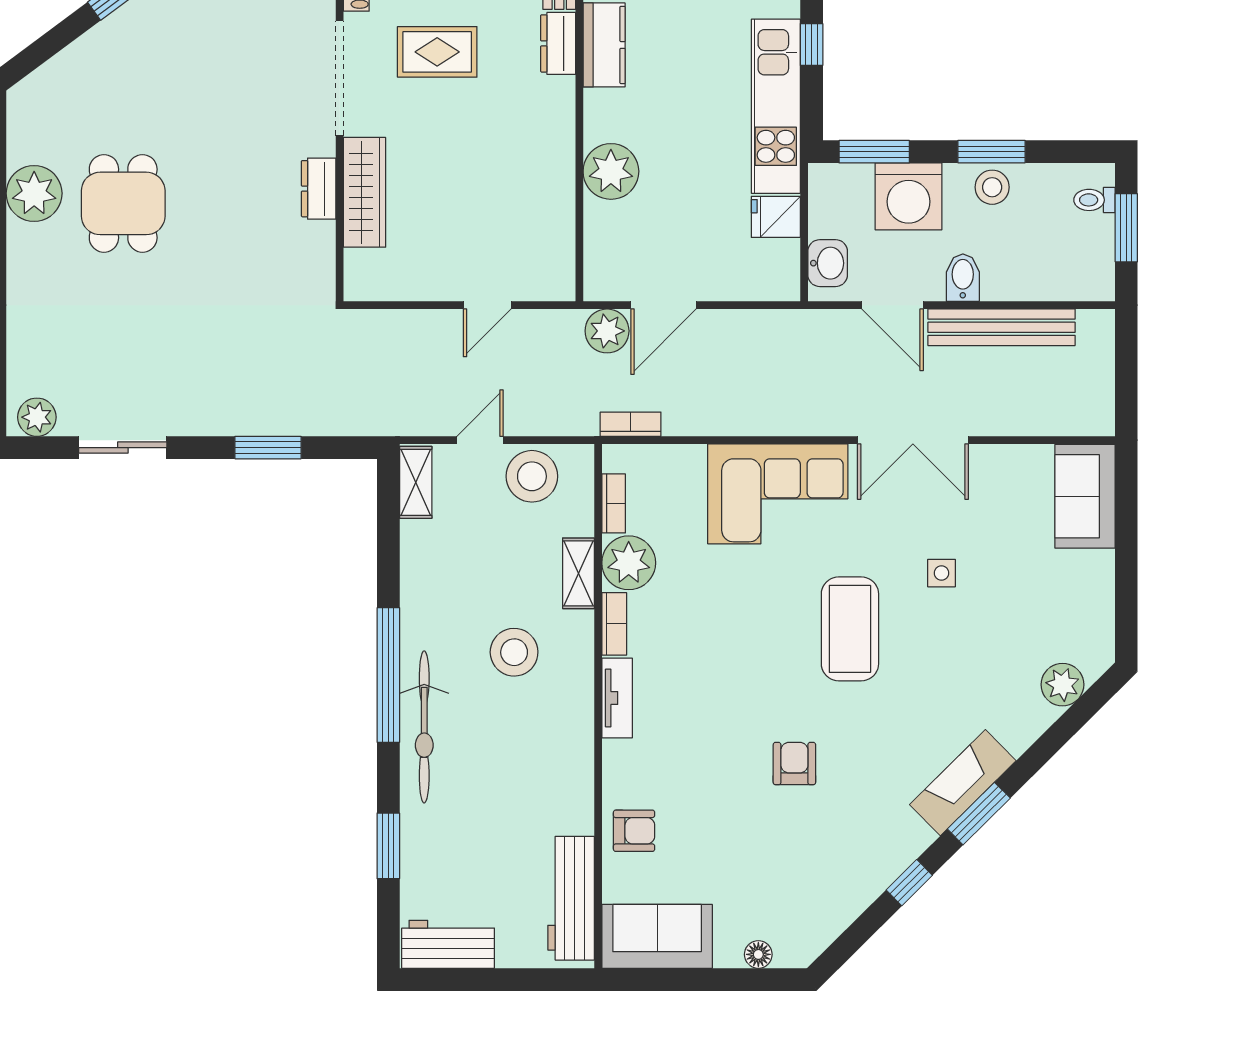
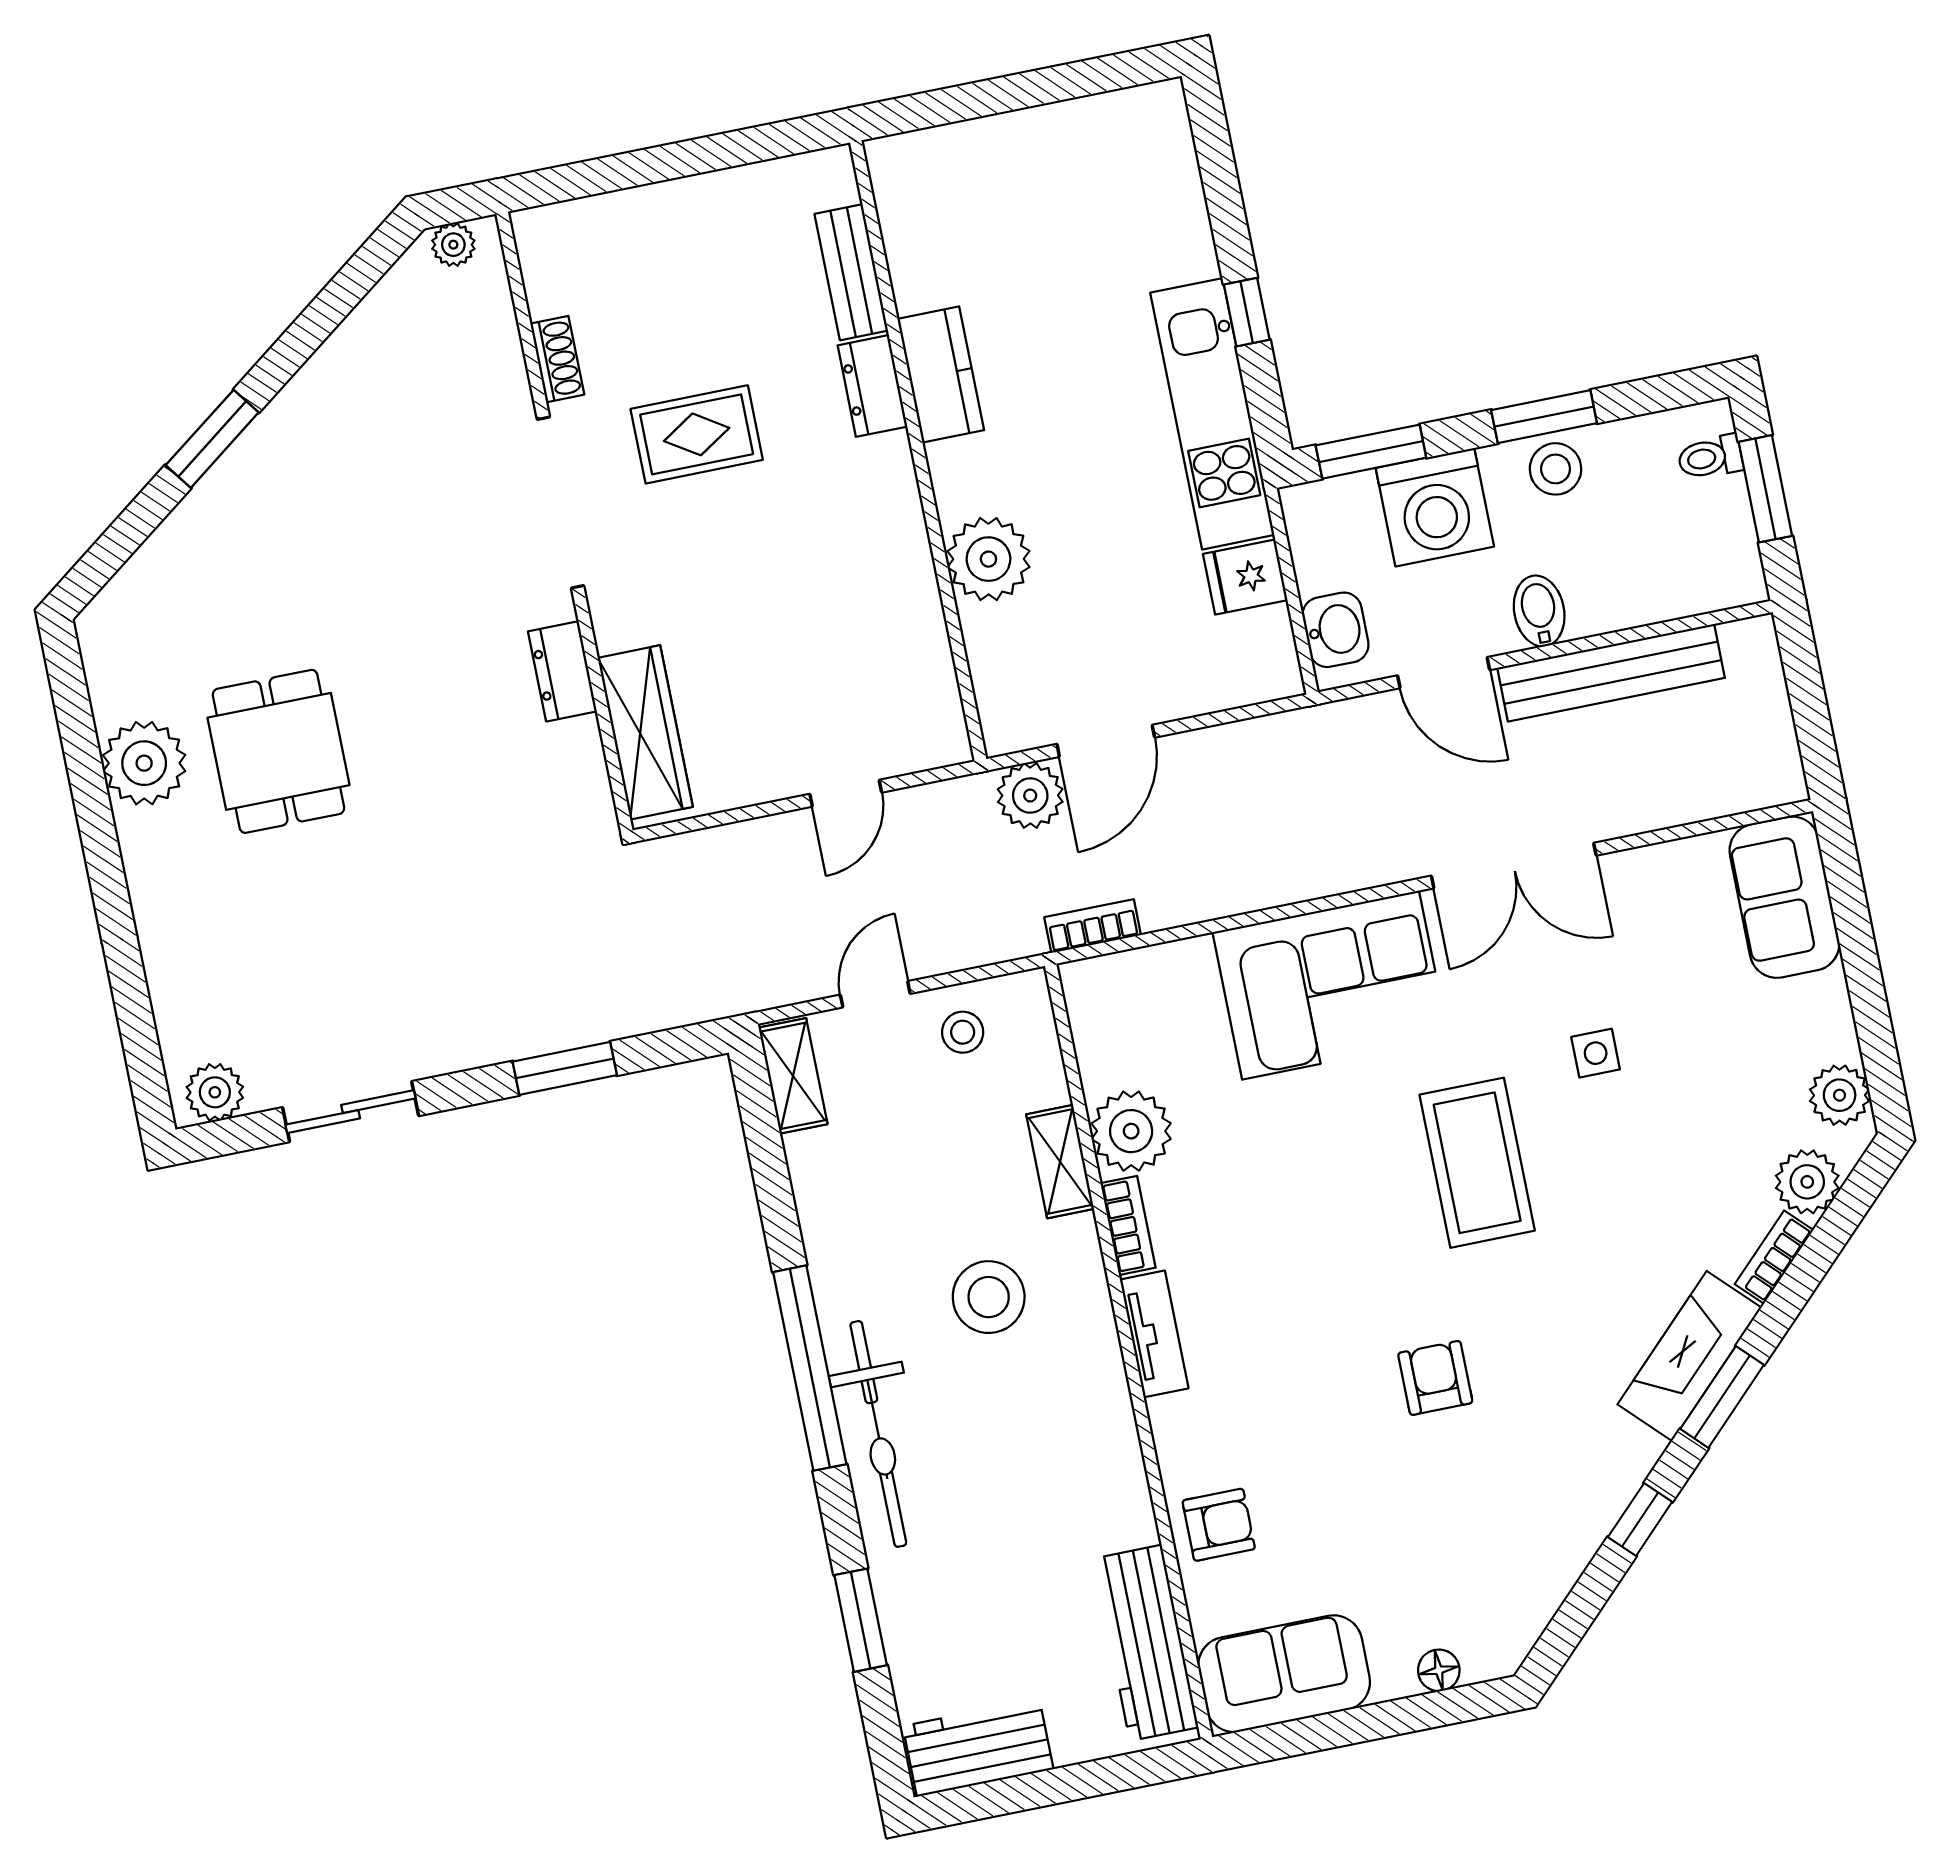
wardrobe: (365, 192) -> (645, 732), moved
stool: (532, 476) -> (963, 1032), width x0.53, depth x0.53
bookcase: (614, 503) -> (1774, 1257), moved, turned -135
plant: (1095, 632) -> (1840, 1095), added

